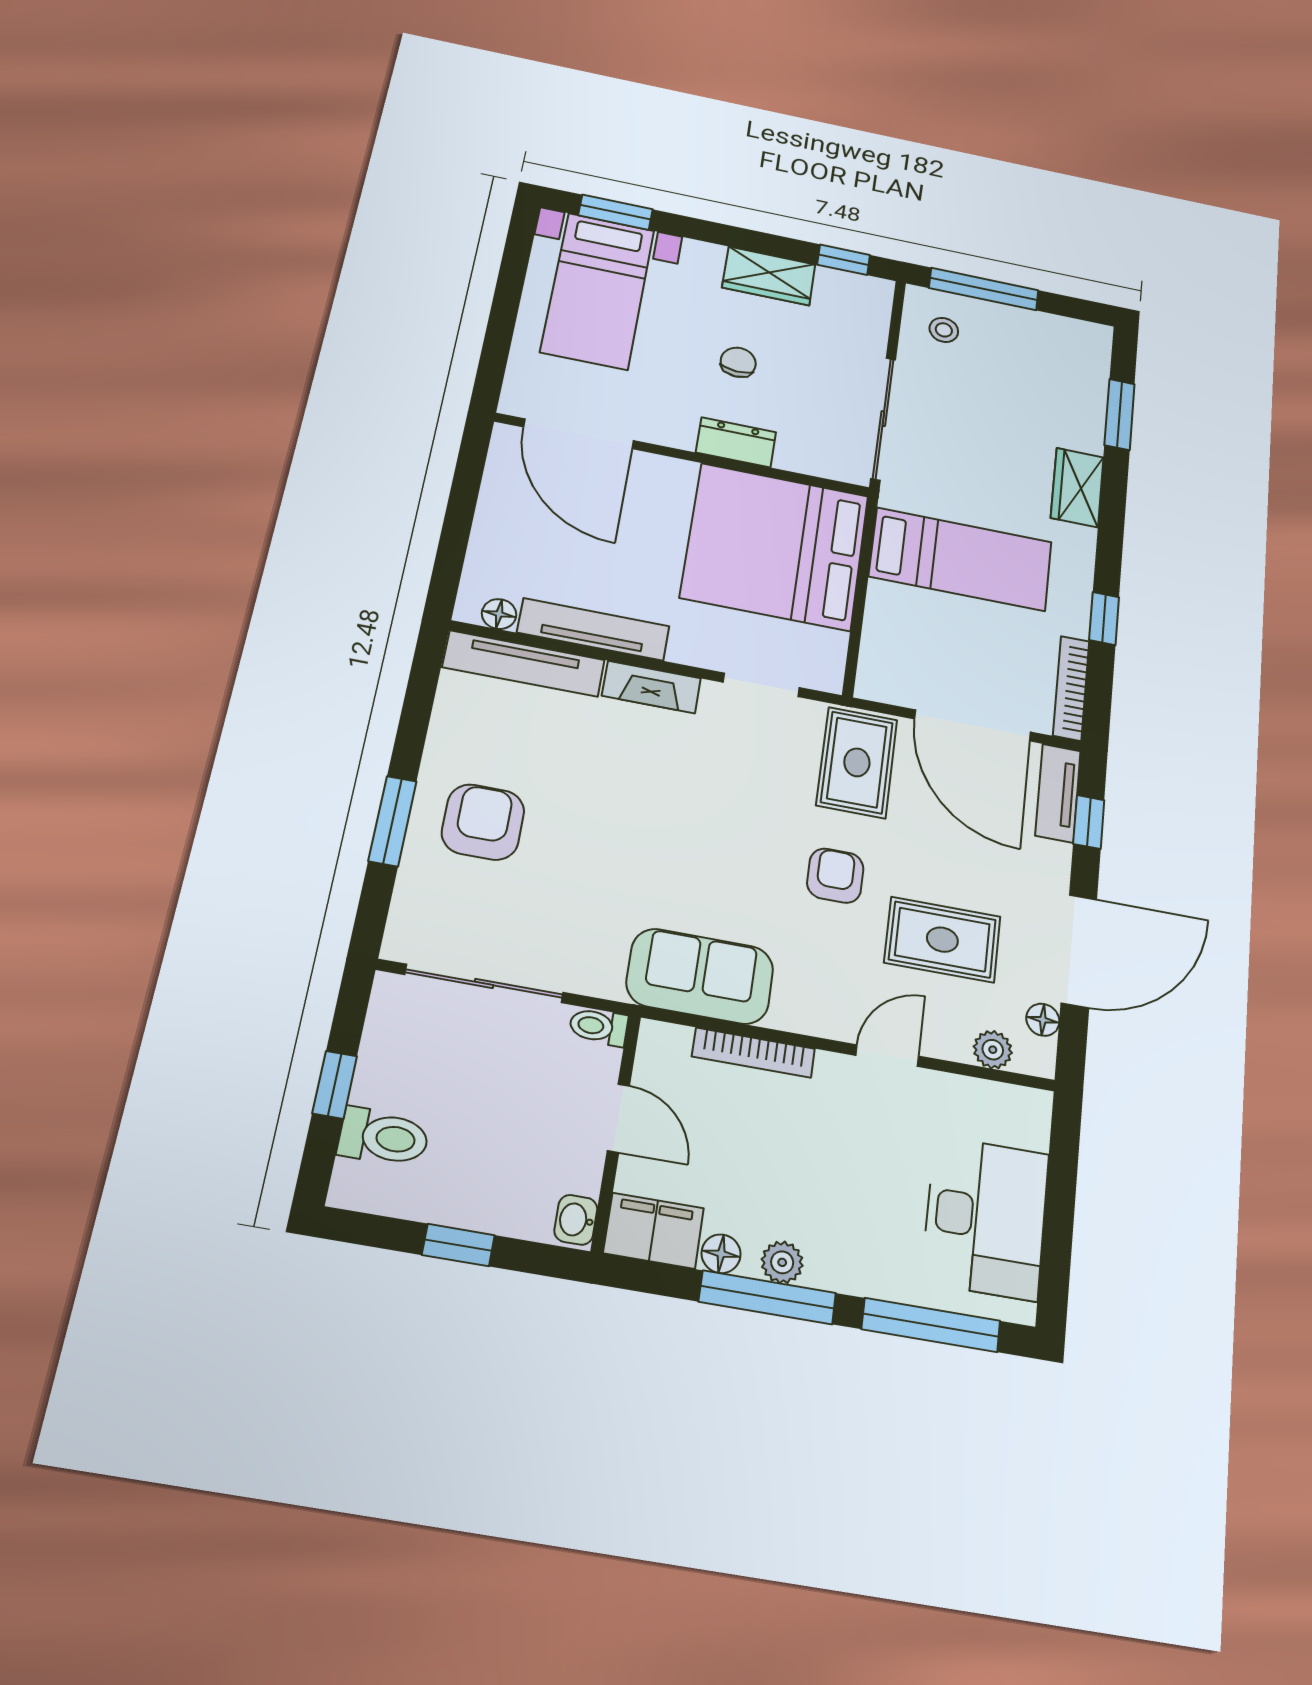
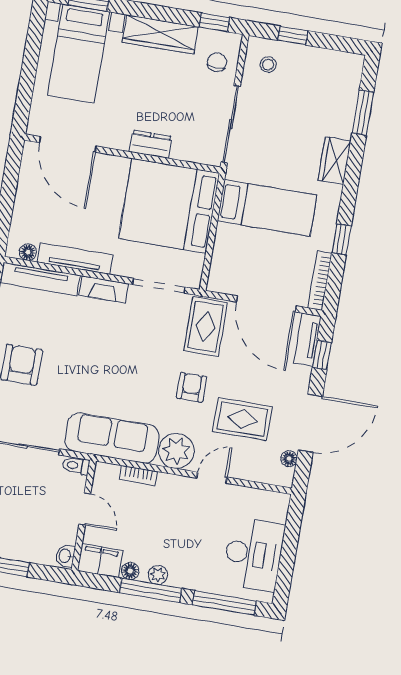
wardrobe: (769, 276) -> (160, 34), width x1.50
window: (984, 289) -> (293, 36), width x0.46
chair: (738, 362) -> (217, 62), moved
doorway: (761, 685) -> (159, 286), width x1.38
sofa: (700, 976) -> (112, 438), width x1.36
plant: (993, 1050) -> (176, 451), moved, width x1.88, depth x1.88
bookcase: (753, 1053) -> (138, 475), width x0.64

